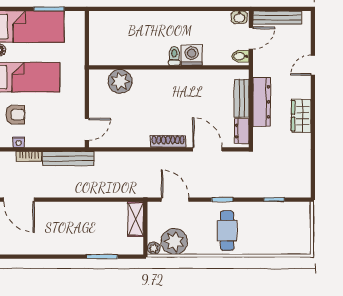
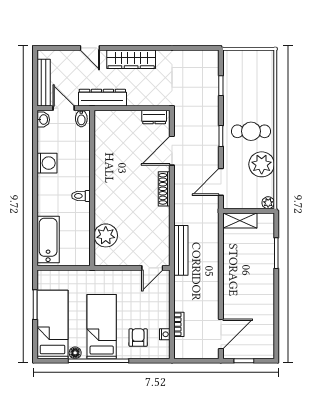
bathtub: (116, 22) -> (48, 240), added
washing machine: (192, 55) -> (47, 163), moved, turned 180
toilet: (174, 56) -> (81, 196), moved
bench: (242, 98) -> (122, 117), removed
dresser: (262, 102) -> (102, 98), moved
wardrobe: (301, 116) -> (131, 59), width x1.50
door: (87, 129) -> (152, 268), swing flipped
bench: (68, 159) -> (181, 250), moved
plant: (174, 242) -> (262, 164), moved

